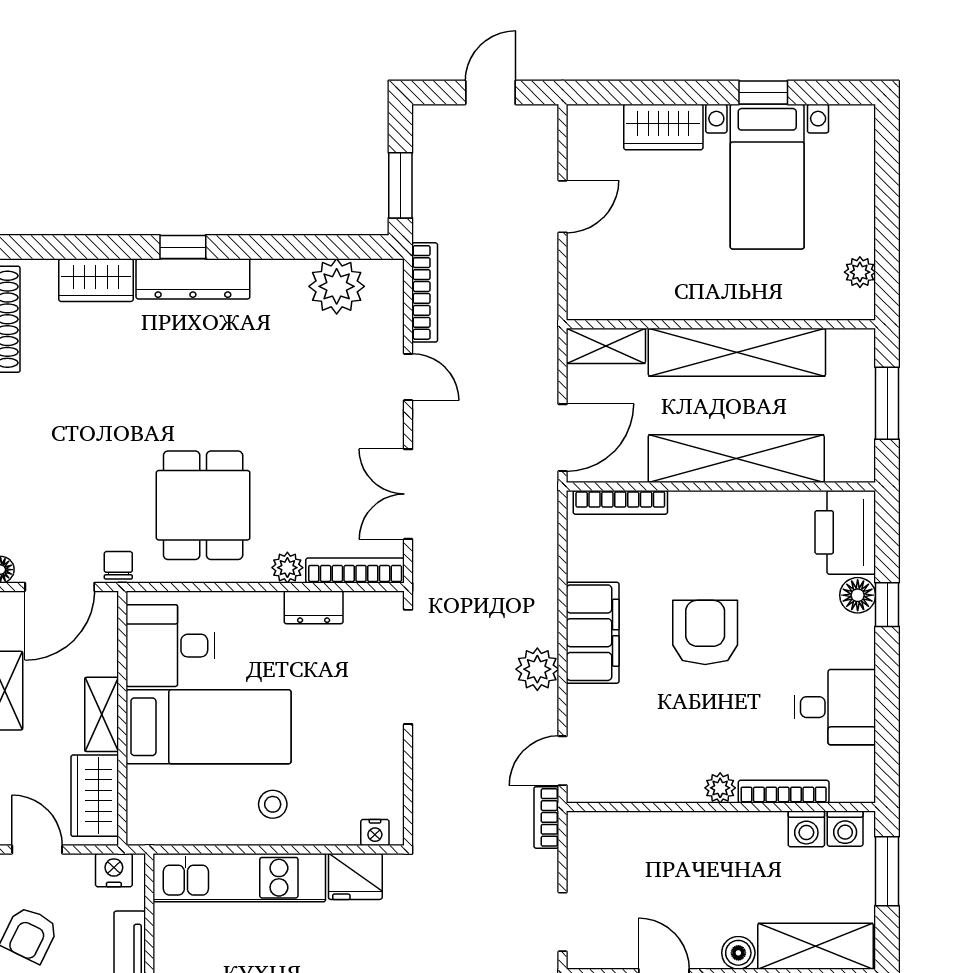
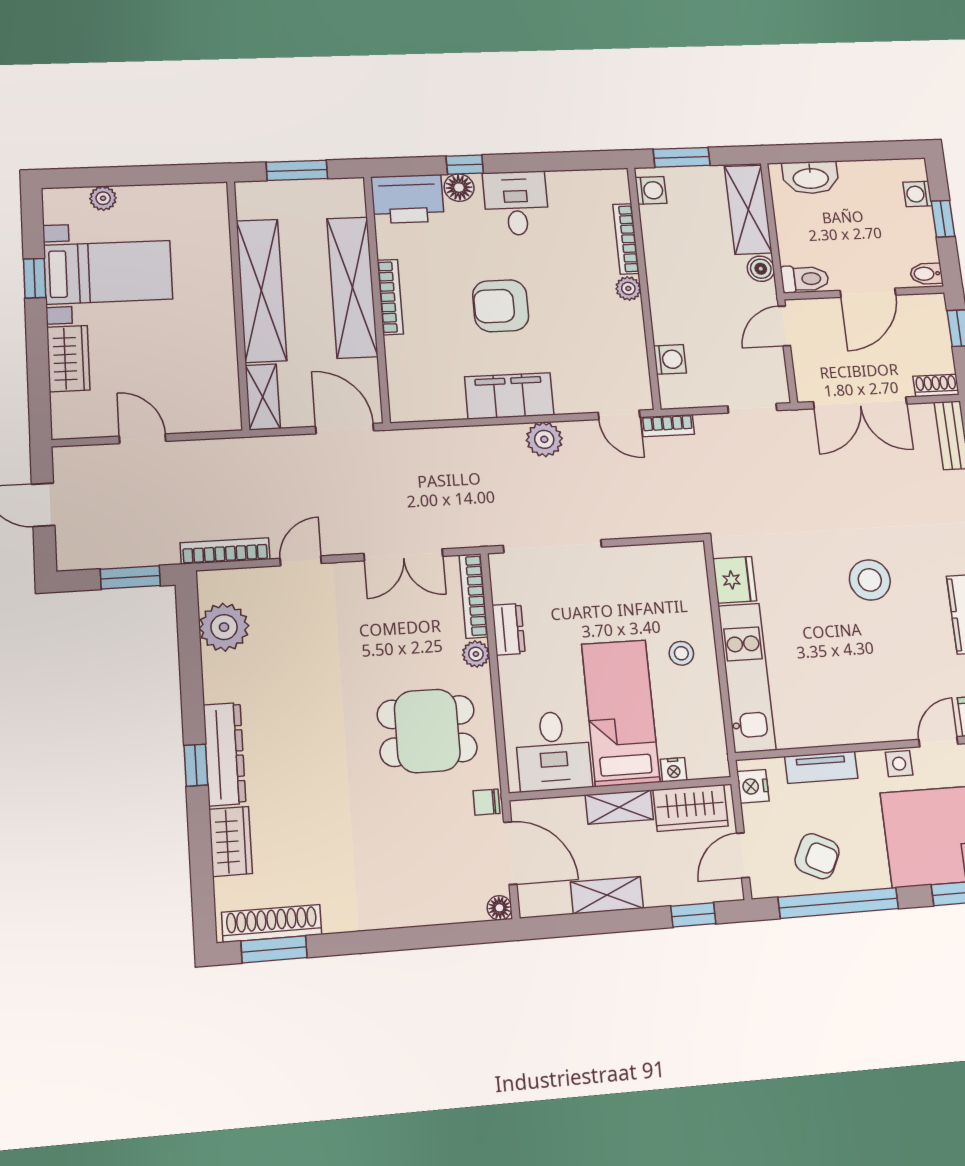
plant: (860, 272) -> (103, 198), moved
bookcase: (620, 502) -> (390, 297), moved
desk: (835, 707) -> (516, 203), moved
washing machine: (806, 829) -> (670, 359), moved
nightstand: (375, 833) -> (674, 770), moved, turned 90

